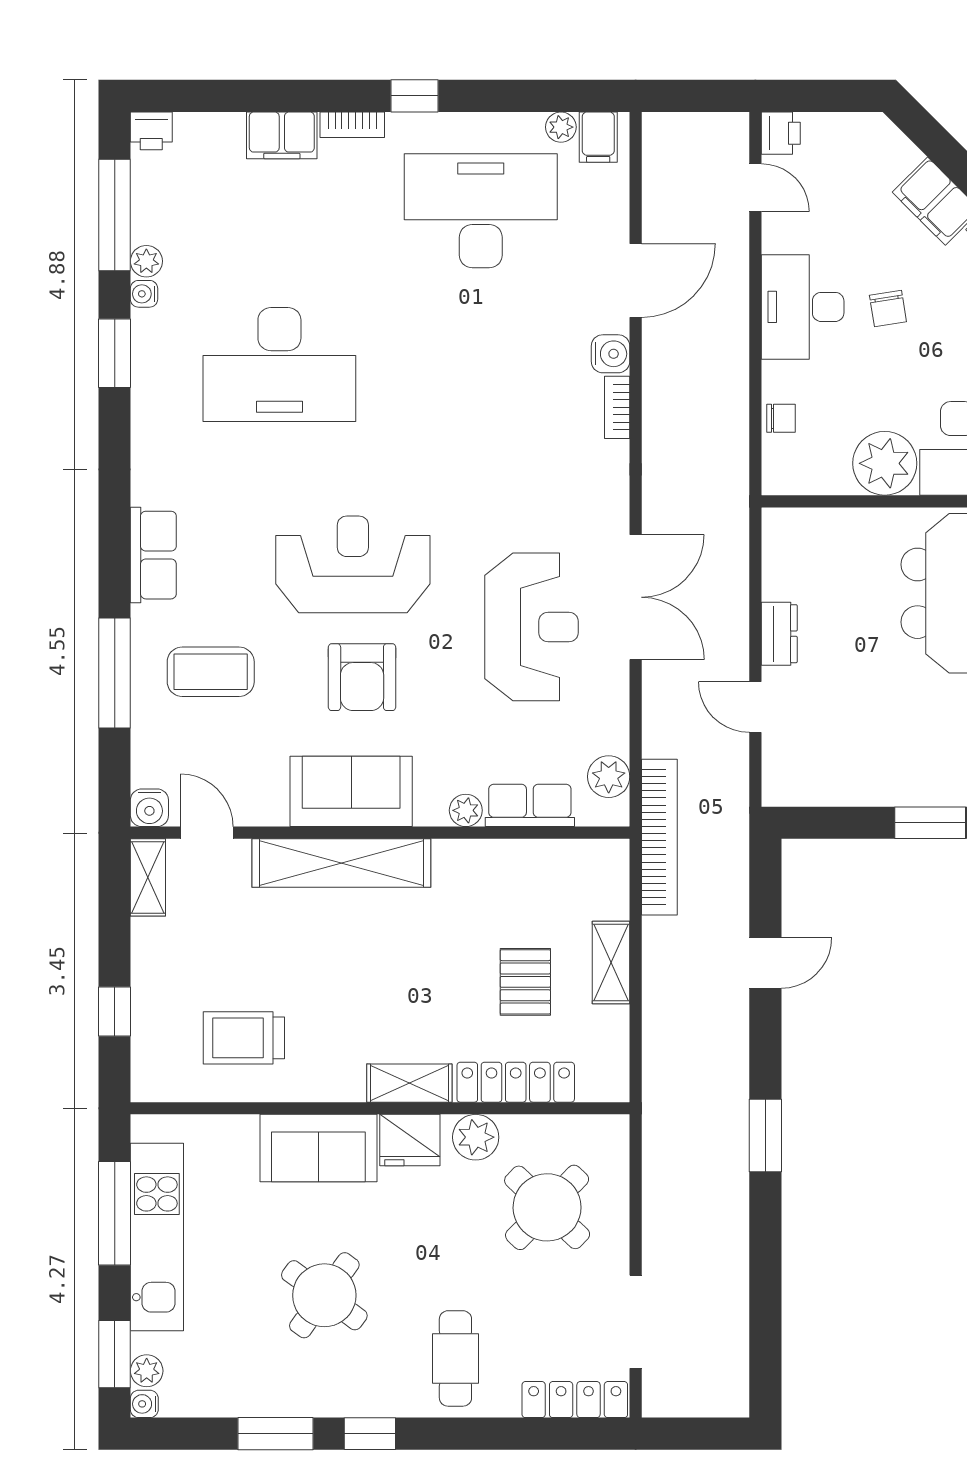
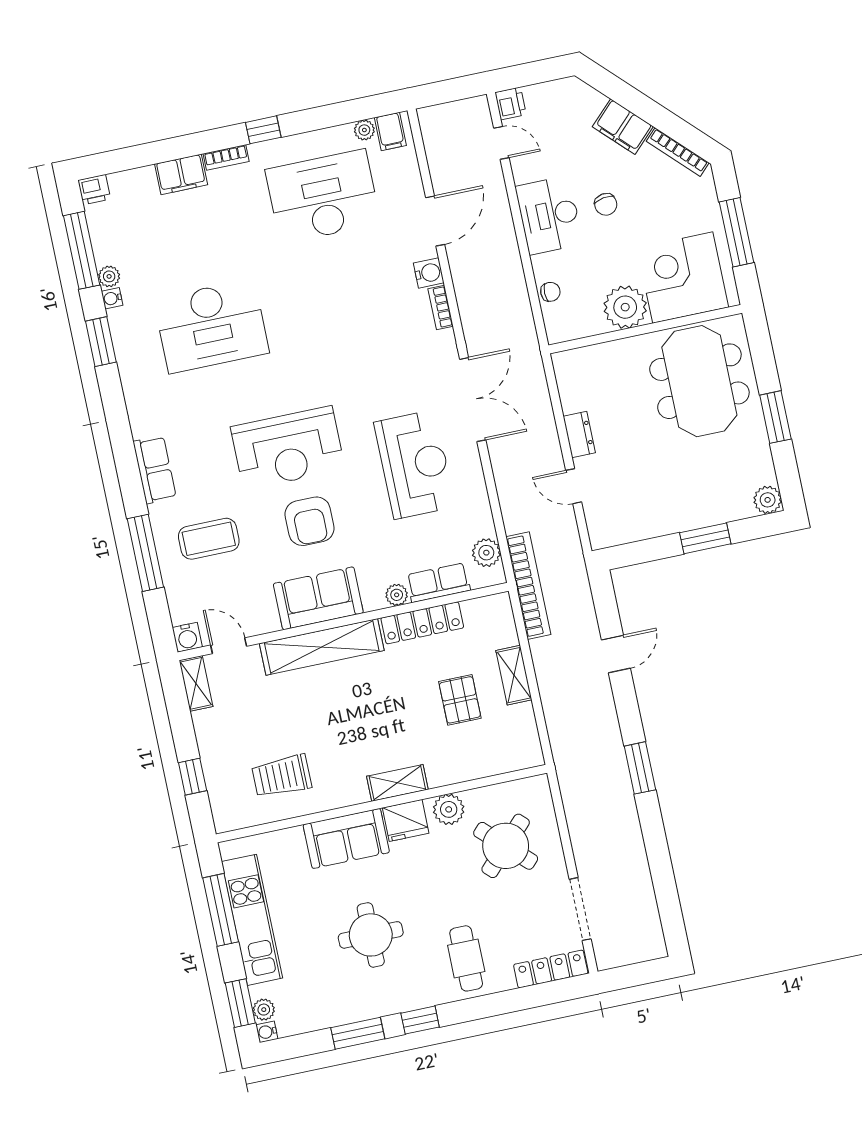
reception desk: (353, 564) -> (288, 448), turned 180
double door: (636, 597) -> (473, 400), moved
locker: (516, 1082) -> (422, 623), moved, turned 180
round table: (324, 1295) -> (371, 935), turned -36

